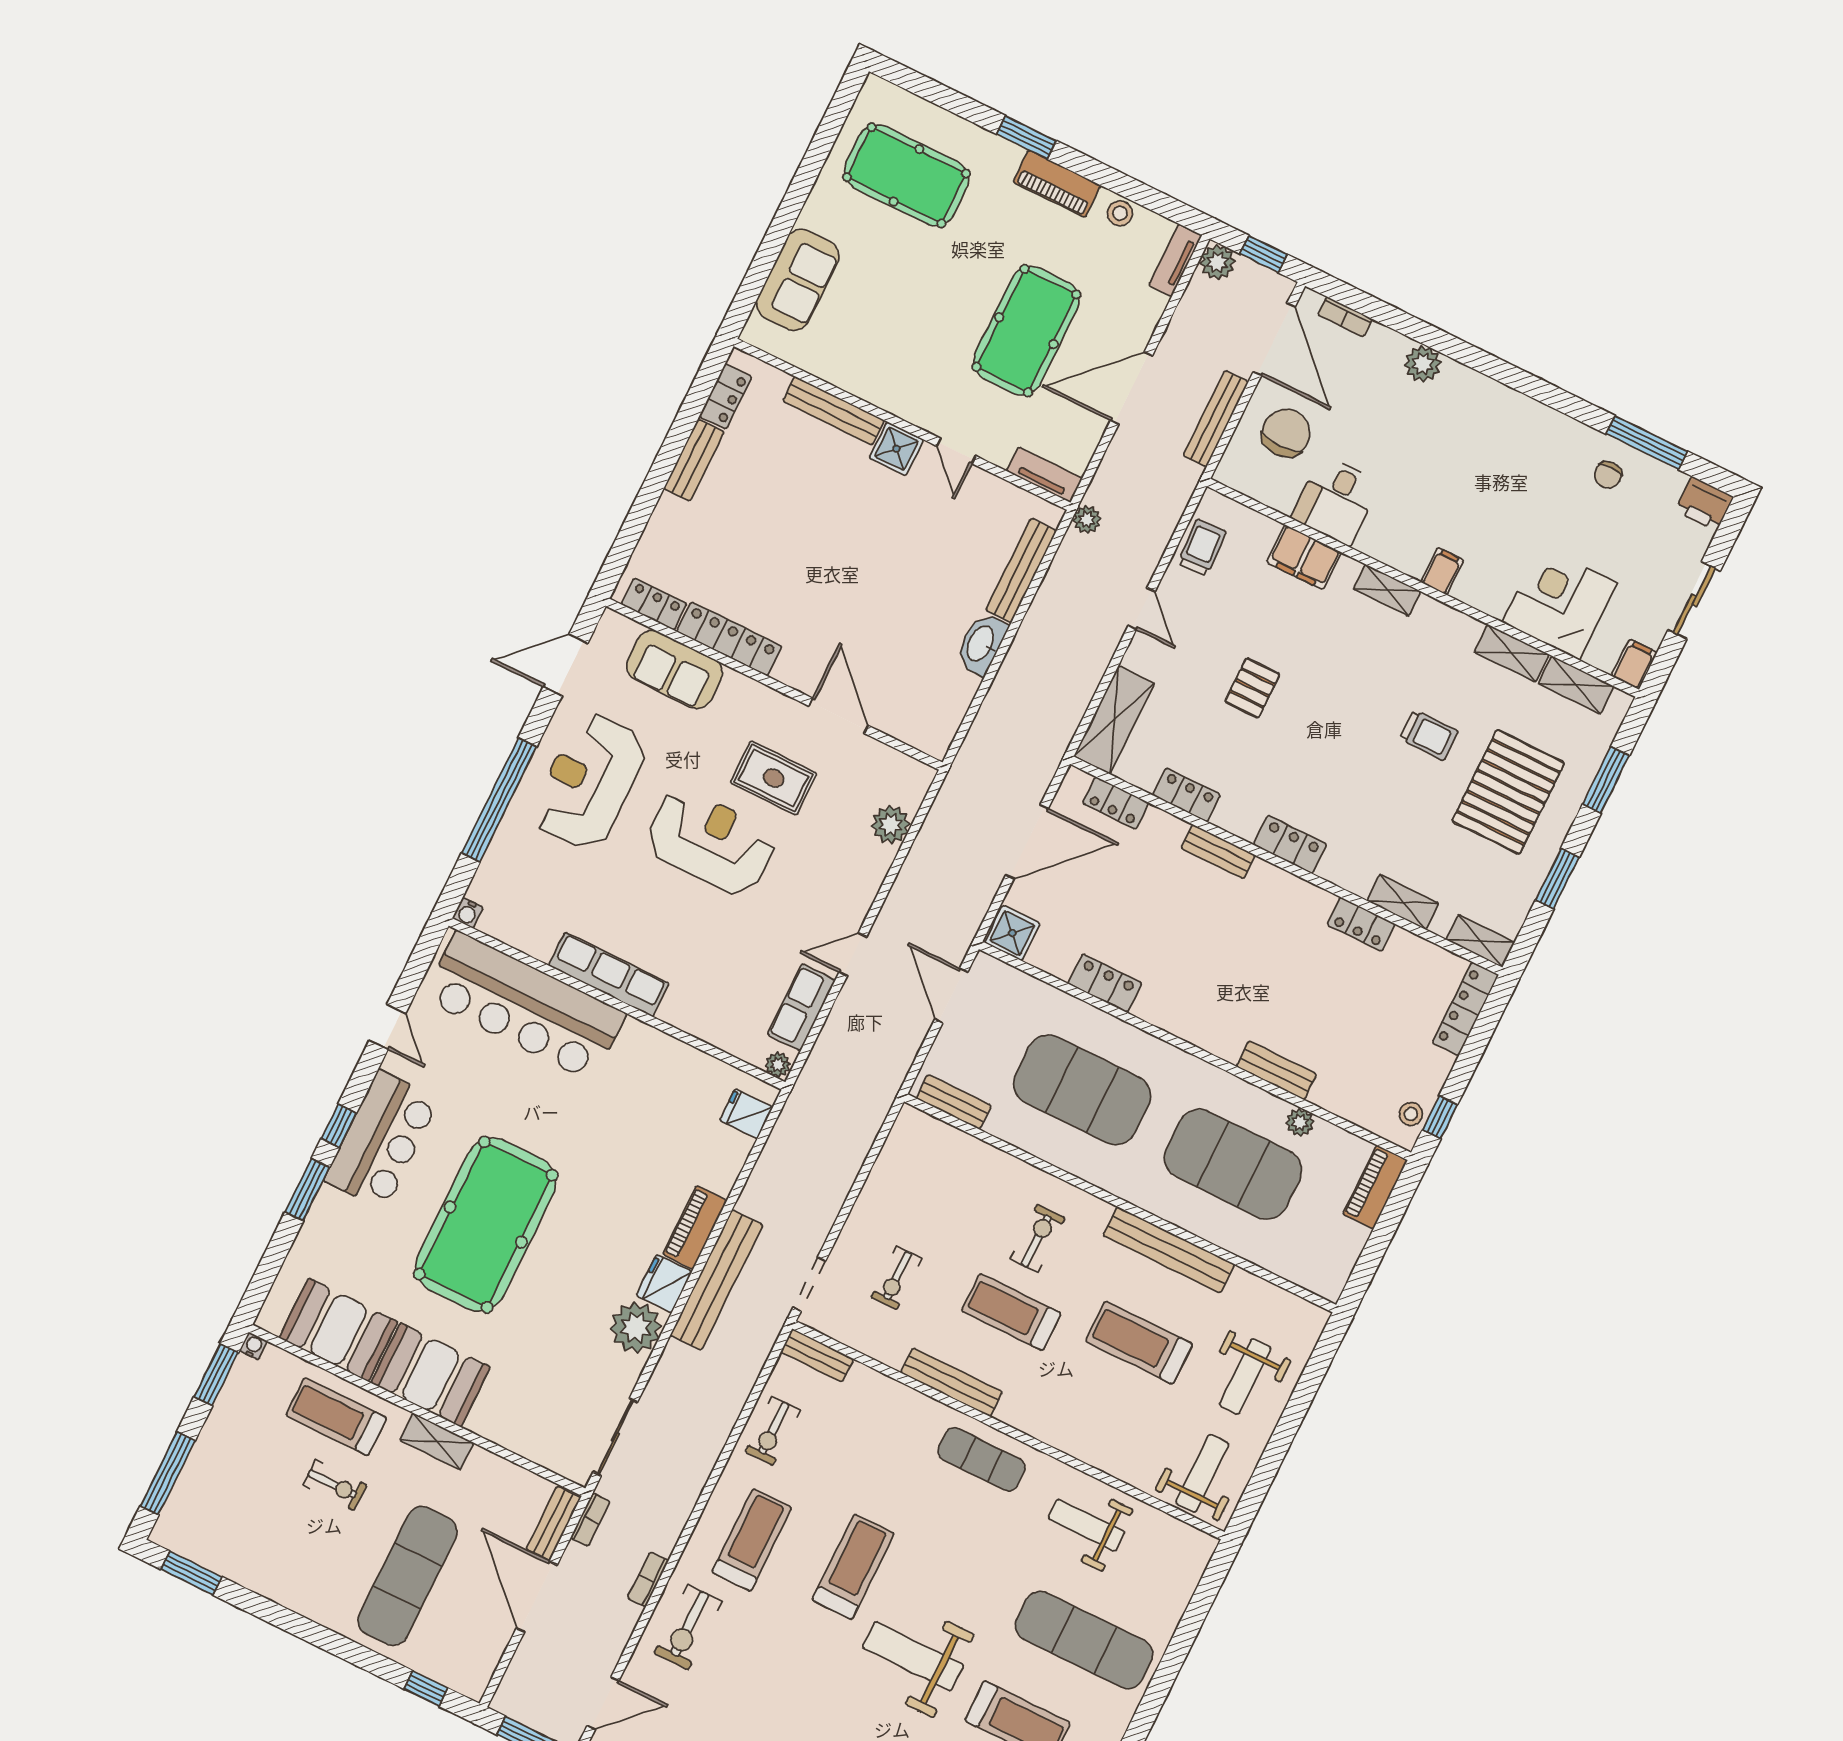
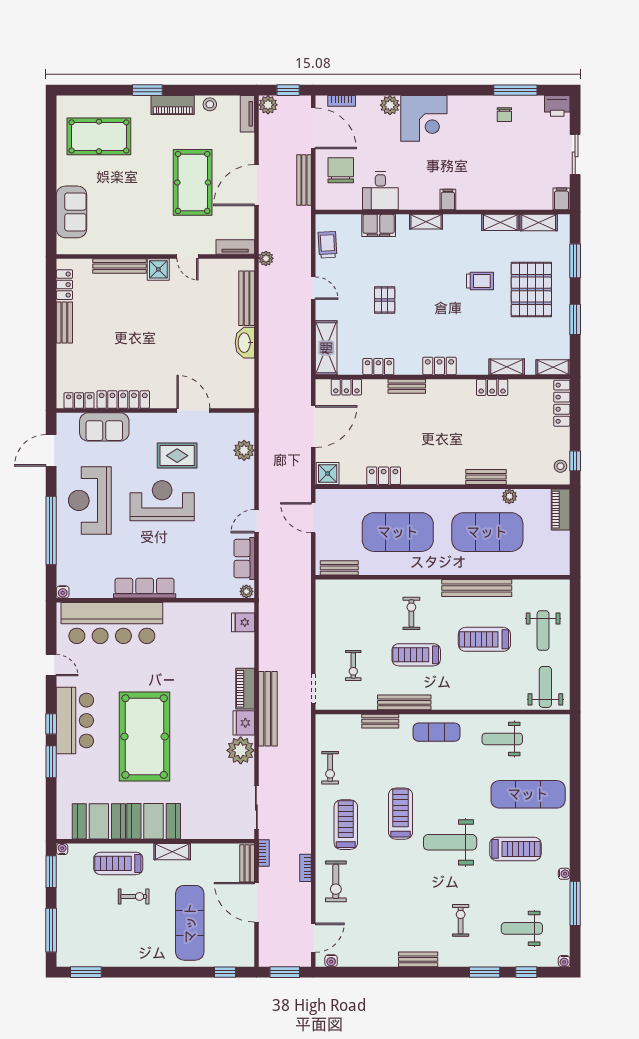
corner desk: (1560, 603) -> (424, 118), moved, turned 180
bench: (817, 1355) -> (380, 721), moved

